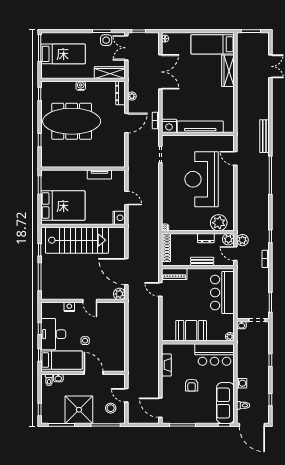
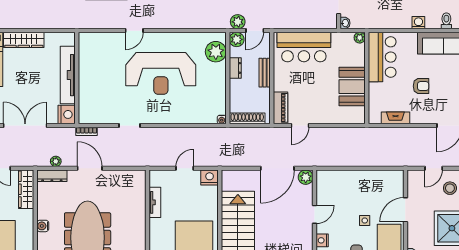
nightstand: (169, 126) -> (67, 114), moved
tv unit: (200, 127) -> (68, 75), moved
wall: (198, 134) -> (77, 78), moved

